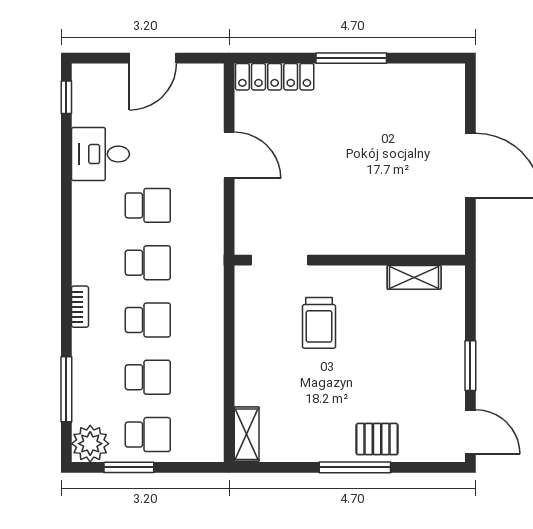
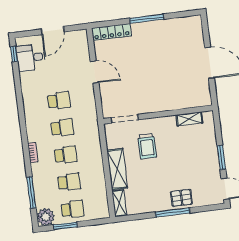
desk: (101, 154) -> (31, 58), moved
shelving: (251, 363) -> (117, 169), added

